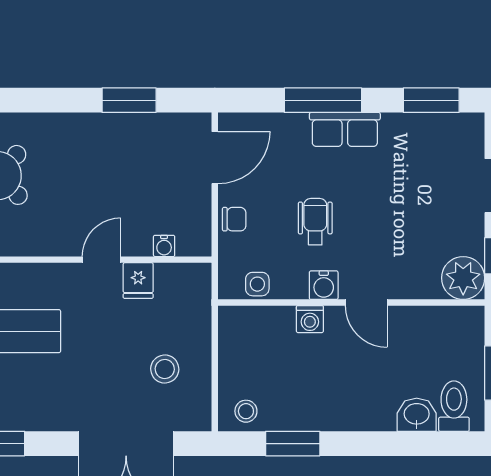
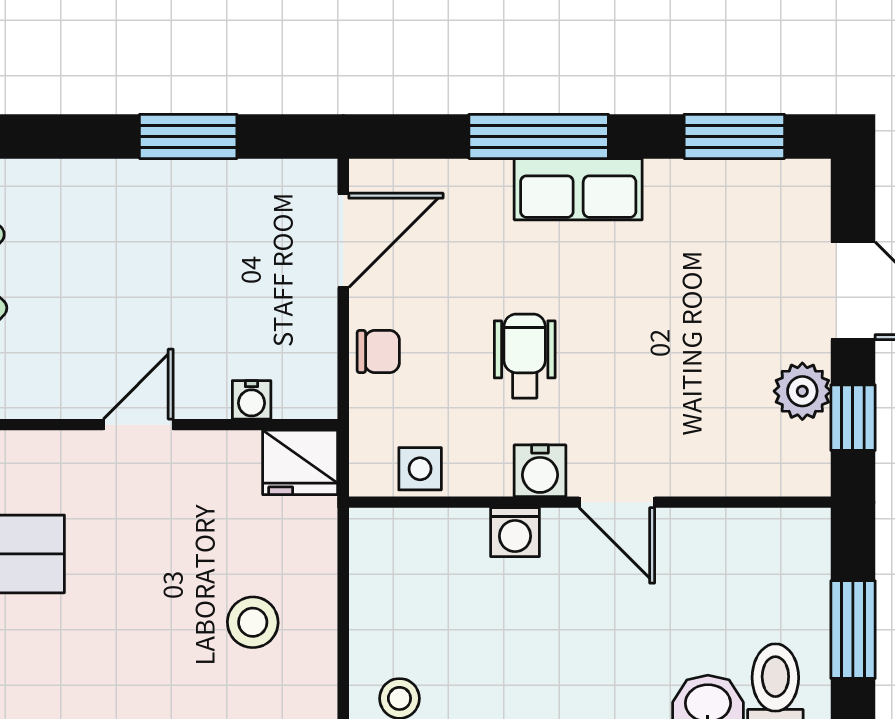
plant: (463, 278) -> (802, 391), moved, width x0.73, depth x0.73
fridge: (138, 281) -> (300, 462), moved, width x1.38

